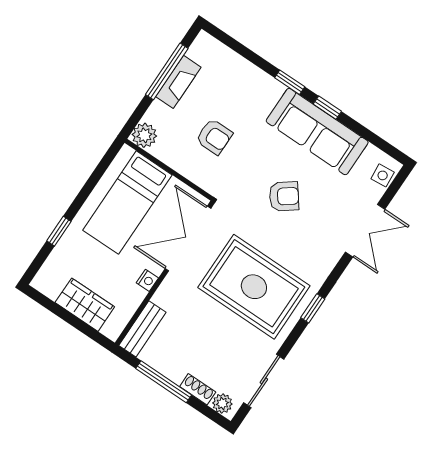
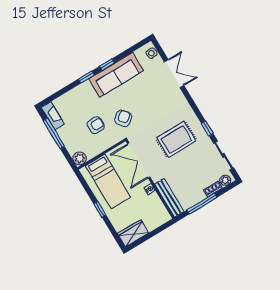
fireplace: (178, 82) -> (53, 116), moved
armchair: (284, 196) -> (123, 118), moved
window: (59, 231) -> (100, 209), moved
rug: (254, 287) -> (176, 139), width x0.73, depth x0.69
wardrobe: (85, 305) -> (133, 233), moved
window: (313, 308) -> (207, 128), moved
bench: (142, 329) -> (169, 198), width x1.36

